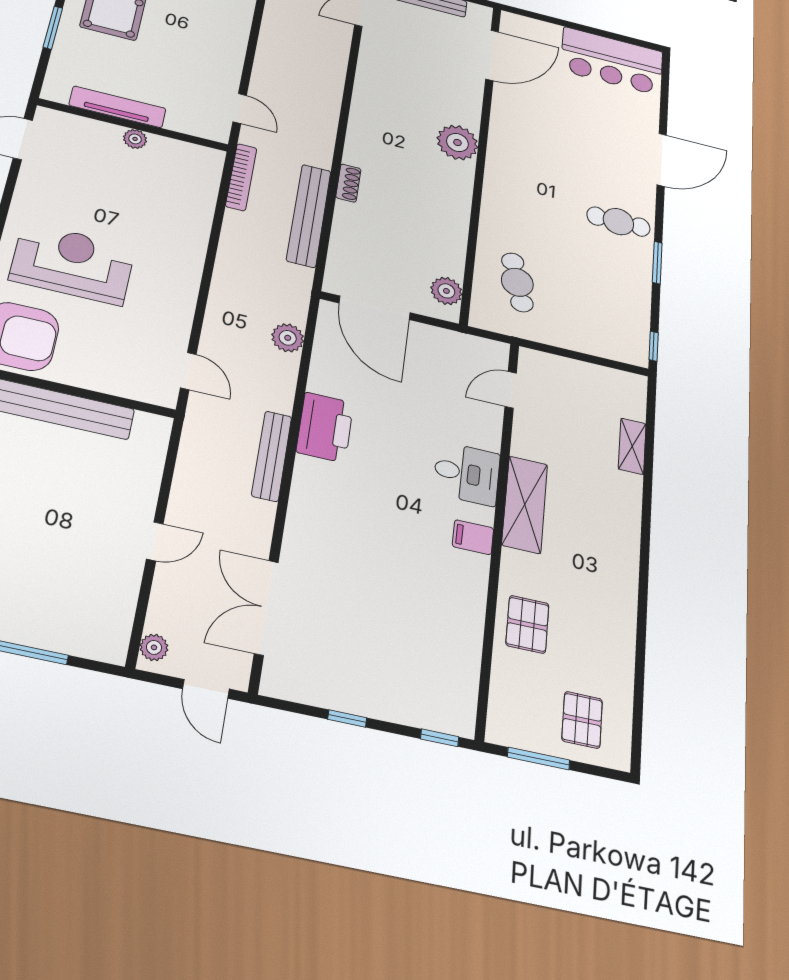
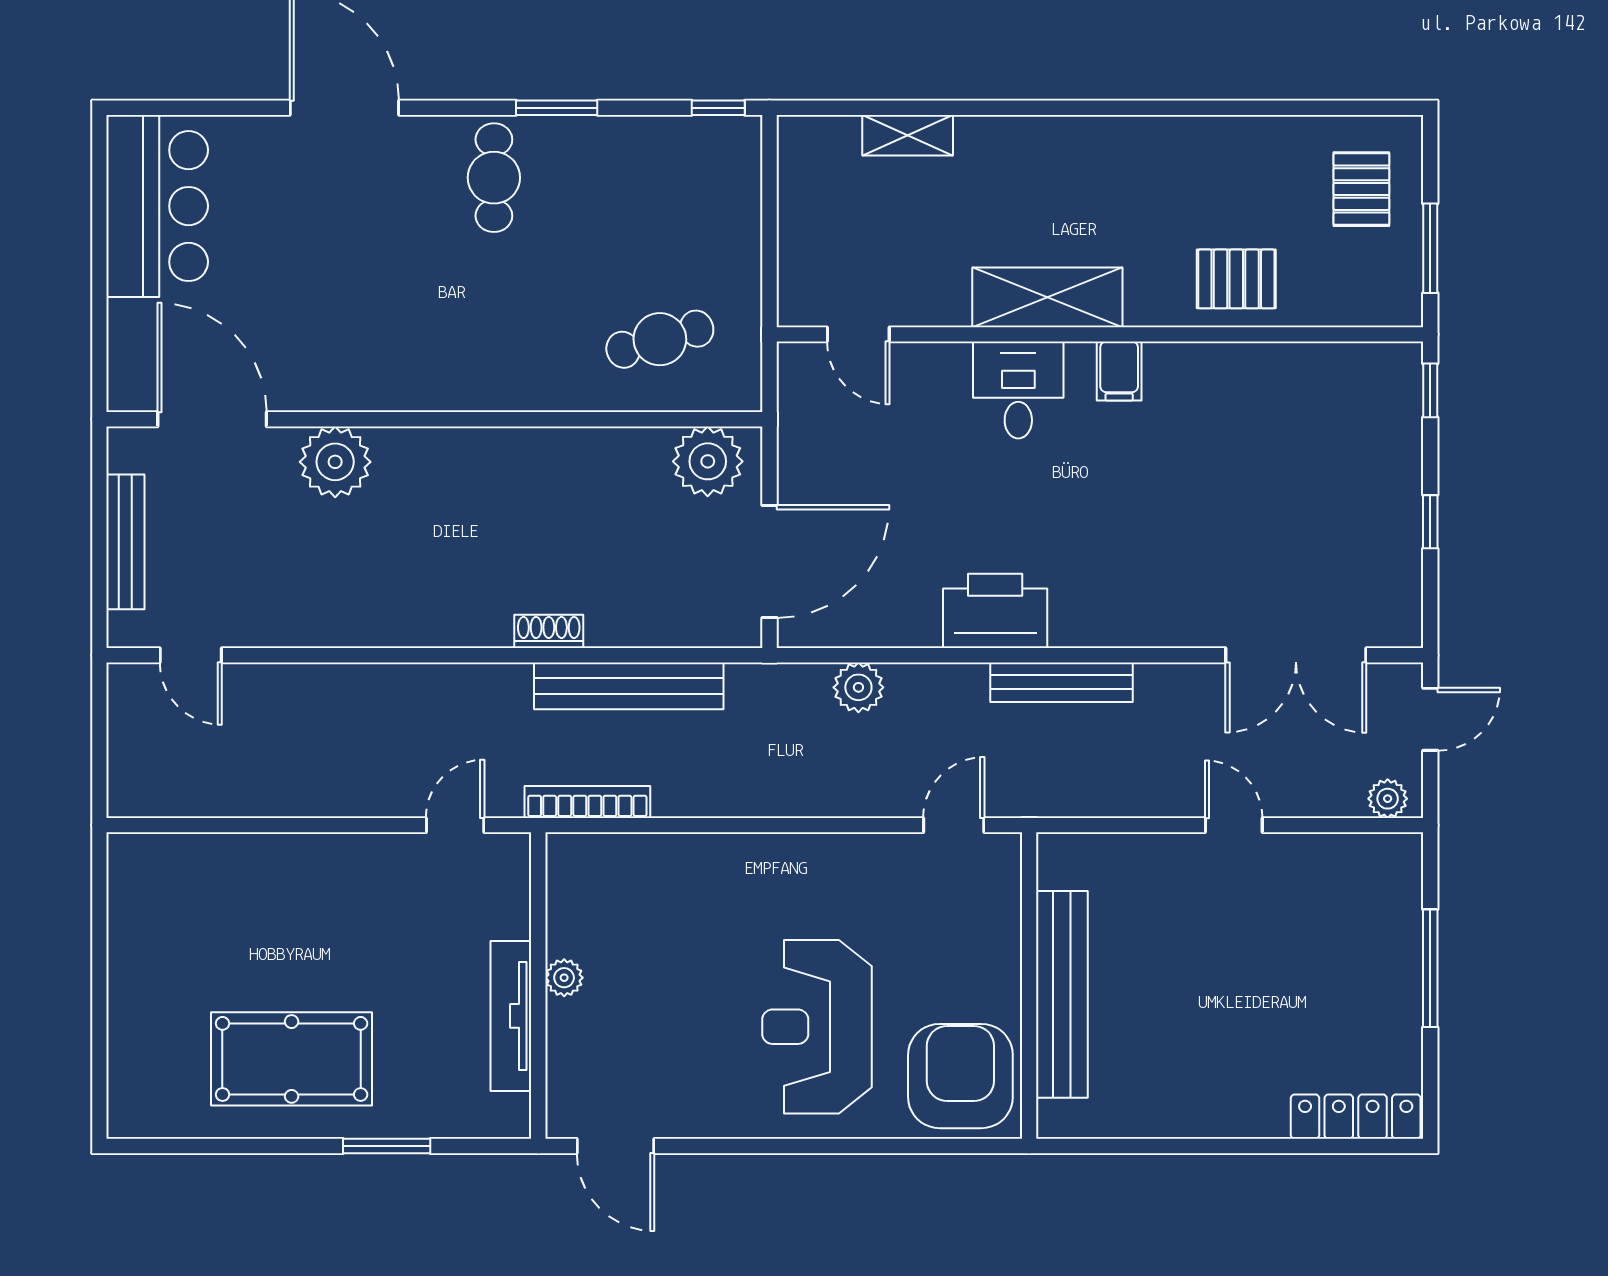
plant: (457, 142) -> (335, 462), moved
plant: (446, 291) -> (708, 461), width x1.36, depth x1.36
pallet: (582, 720) -> (1361, 189), turned 90

